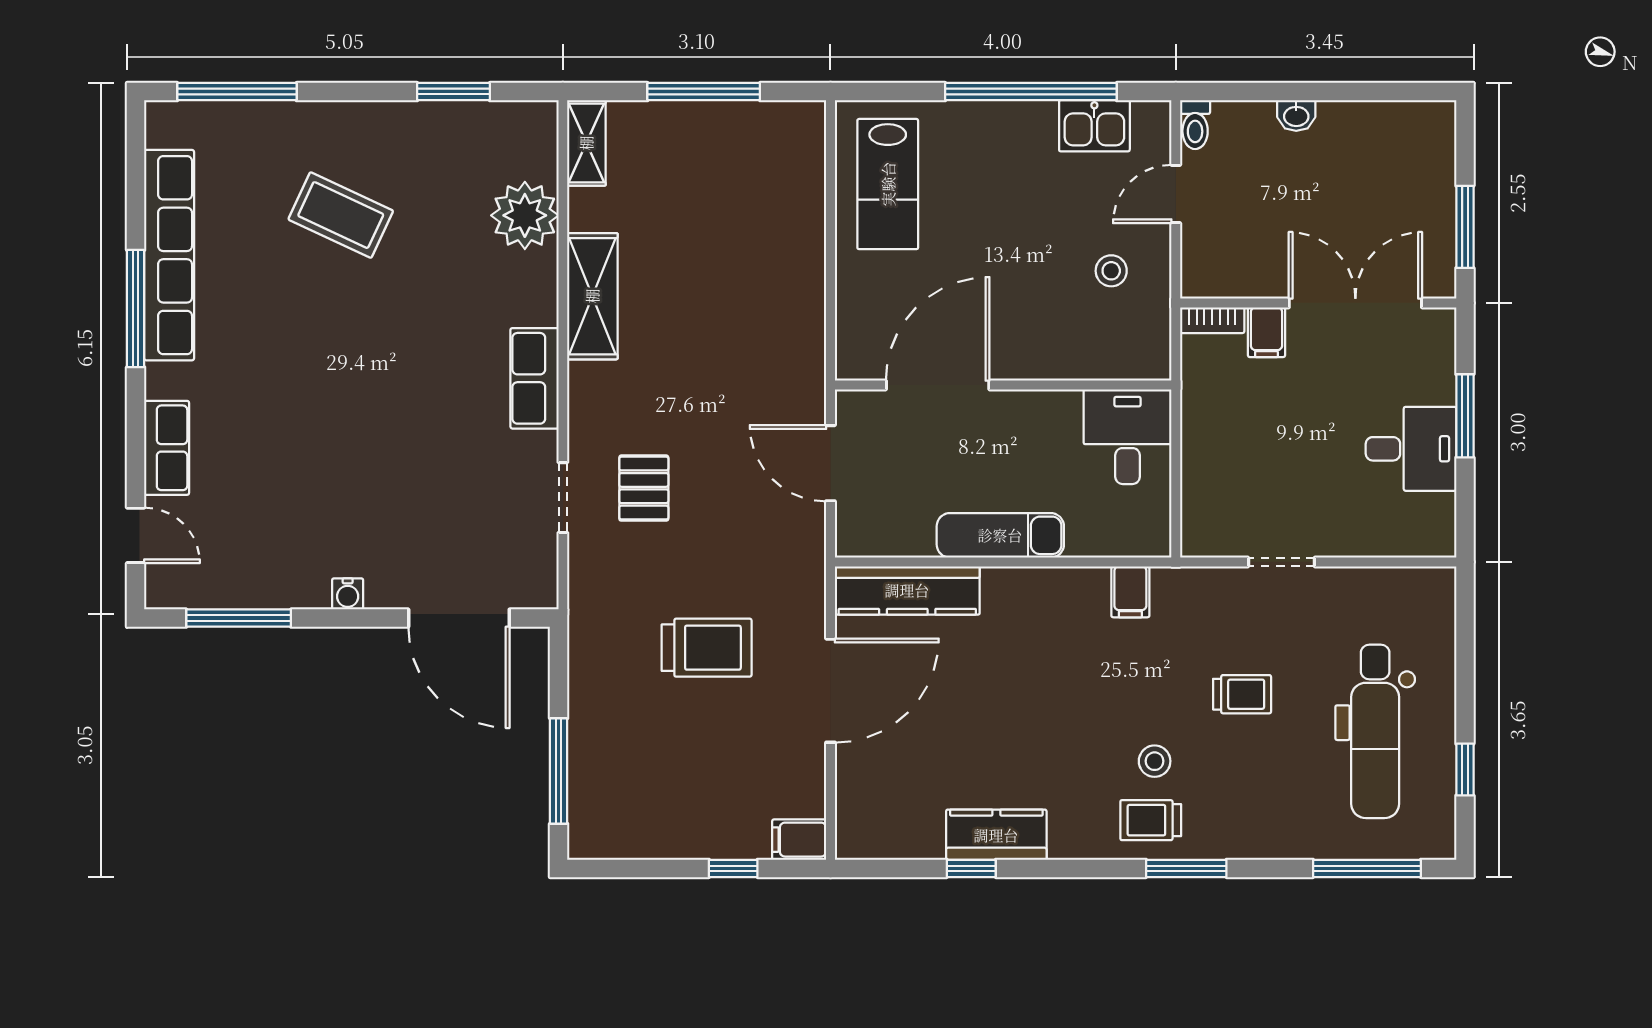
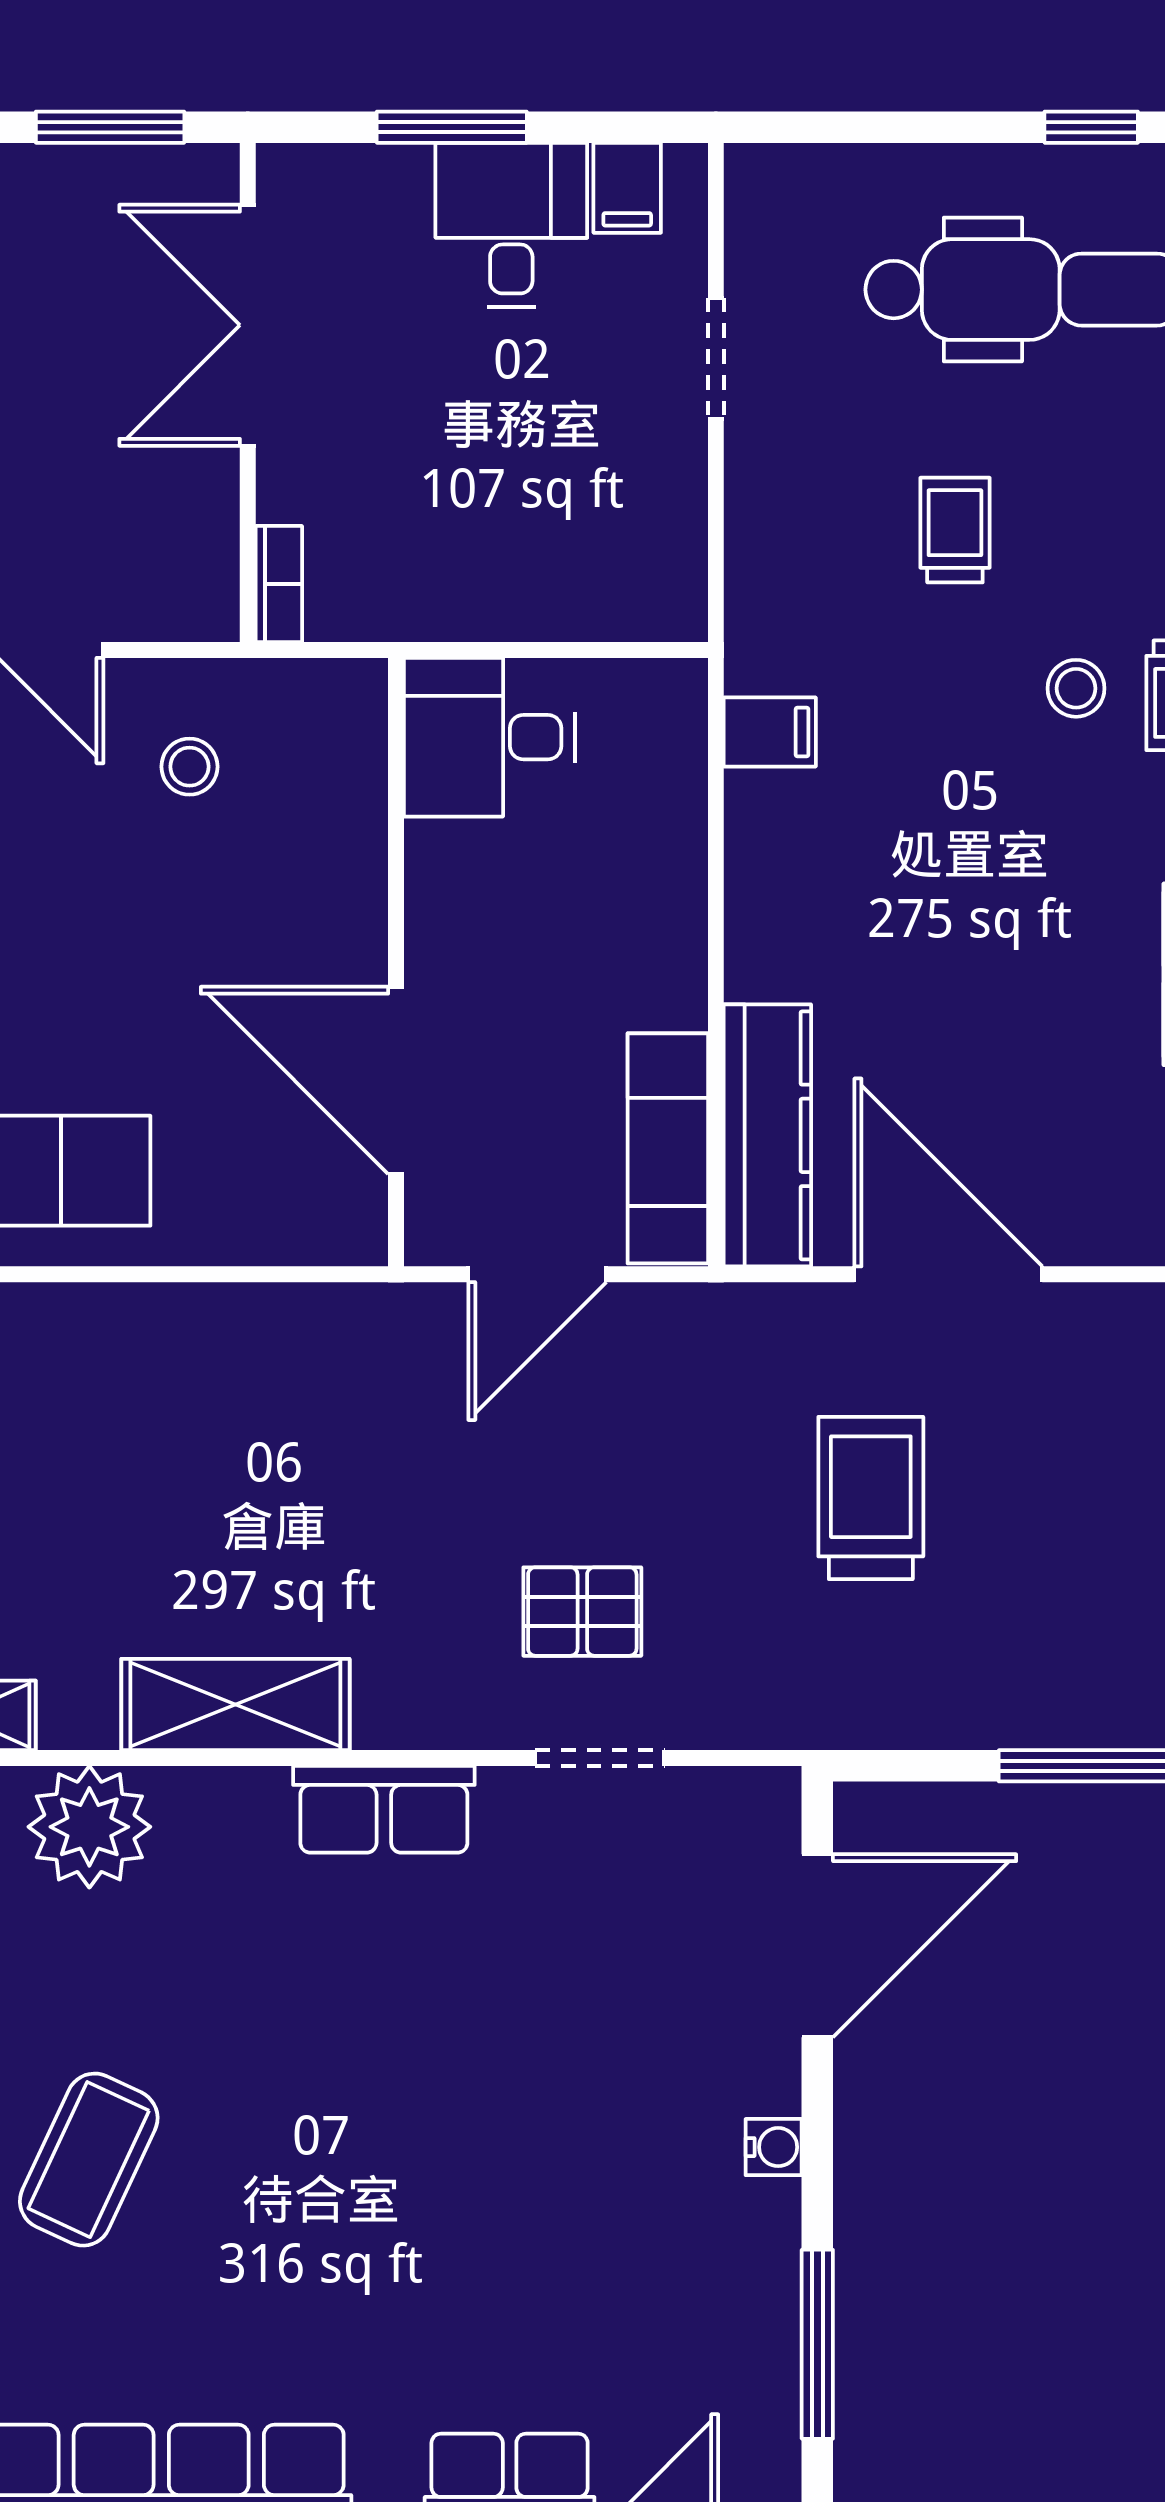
filing cabinet: (1266, 332) -> (627, 188), moved, turned 90
exam couch: (1000, 535) -> (668, 1148), moved
doorway: (1281, 562) -> (716, 358), moved

